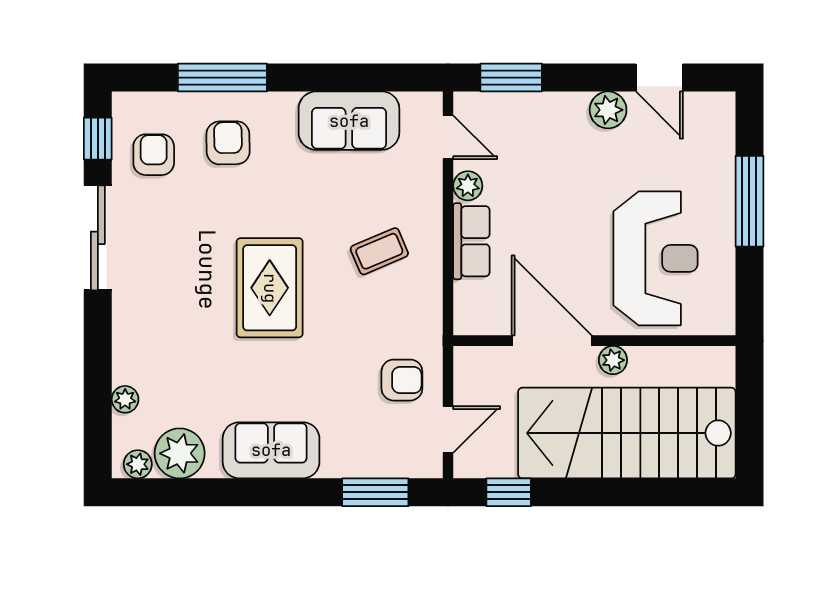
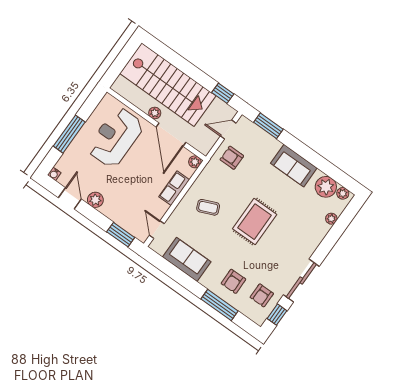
water cooler: (724, 103) -> (54, 174), added
plant: (468, 186) -> (195, 162), moved

